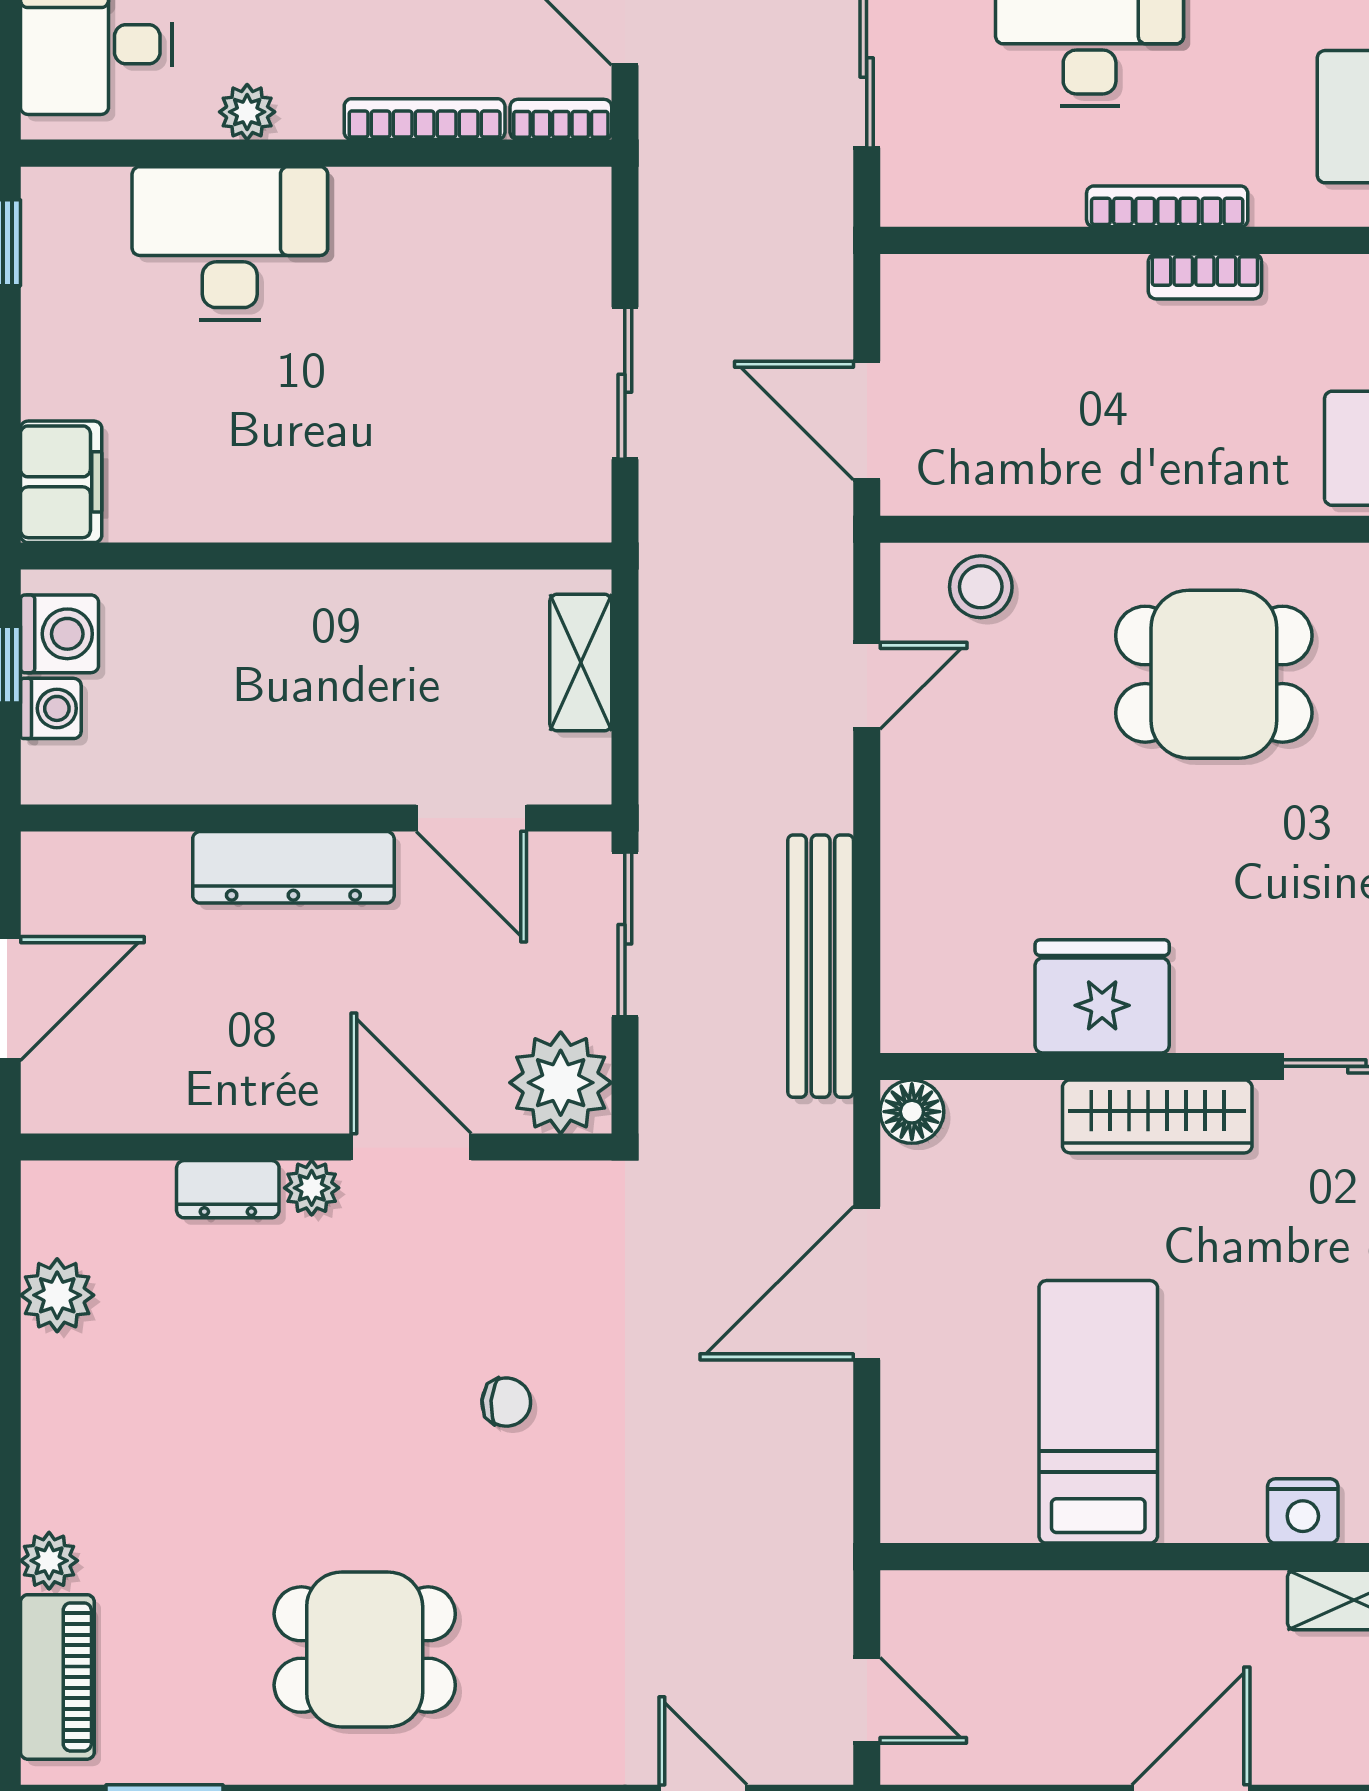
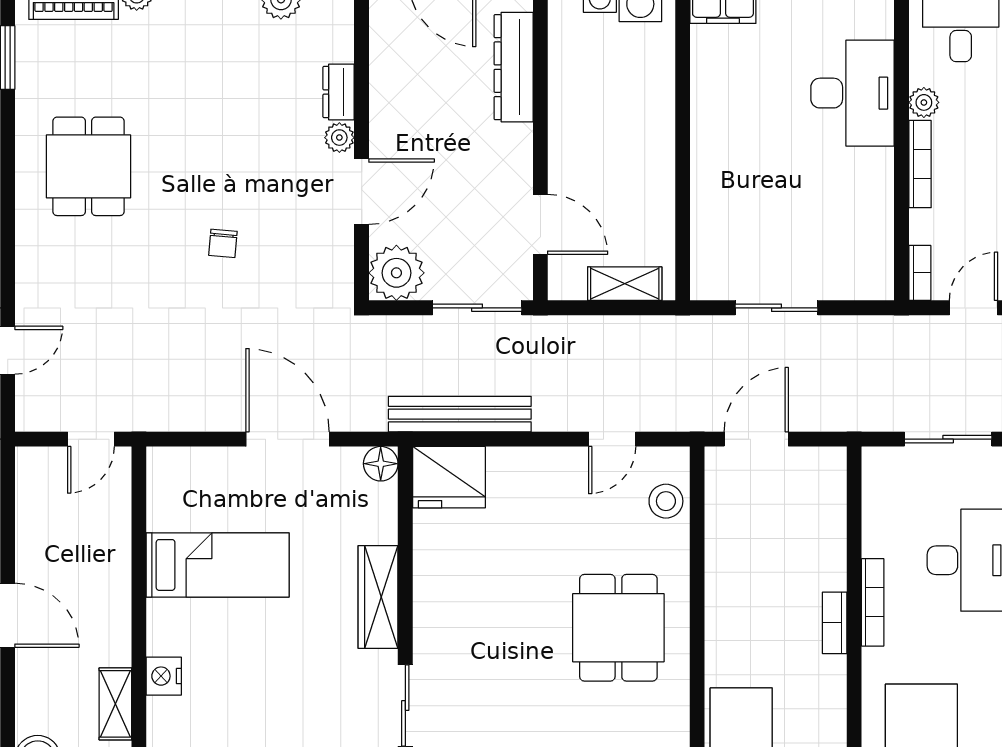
bookcase: (425, 119) -> (920, 164), moved
door: (867, 686) -> (612, 439), hinge flipped
door: (471, 818) -> (540, 224), swing flipped
dresser: (293, 867) -> (514, 67), moved
fridge: (1102, 996) -> (449, 477), moved, turned 90
door: (867, 1700) -> (91, 439), moved

